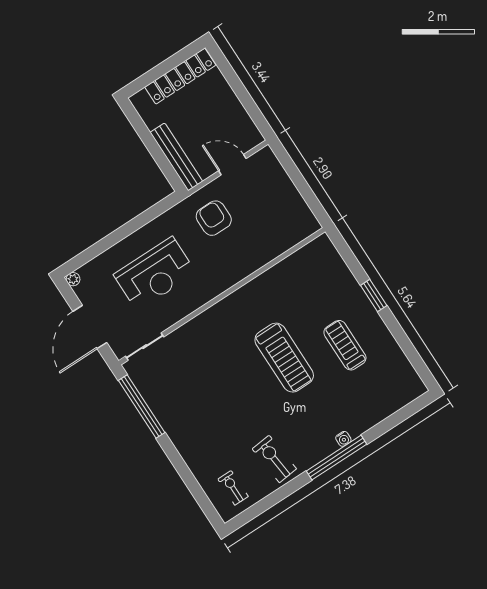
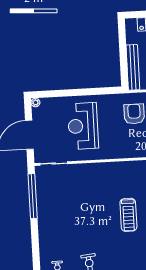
reception desk: (155, 274) -> (83, 126), turned 90
treadmill: (284, 358) -> (128, 215), width x0.73, depth x0.73

